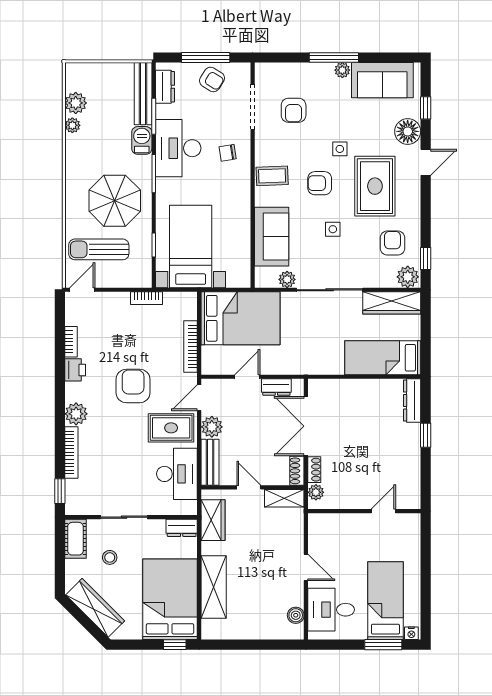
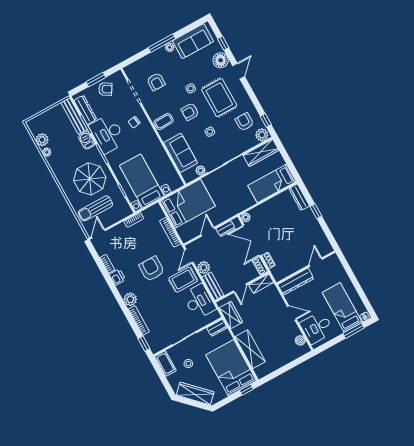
window: (206, 57) -> (96, 80), width x0.69
dresser: (165, 87) -> (85, 110), width x1.44
door: (249, 487) -> (240, 288), swing flipped
plant: (316, 492) -> (246, 217), moved
dresser: (338, 524) -> (296, 282), added

